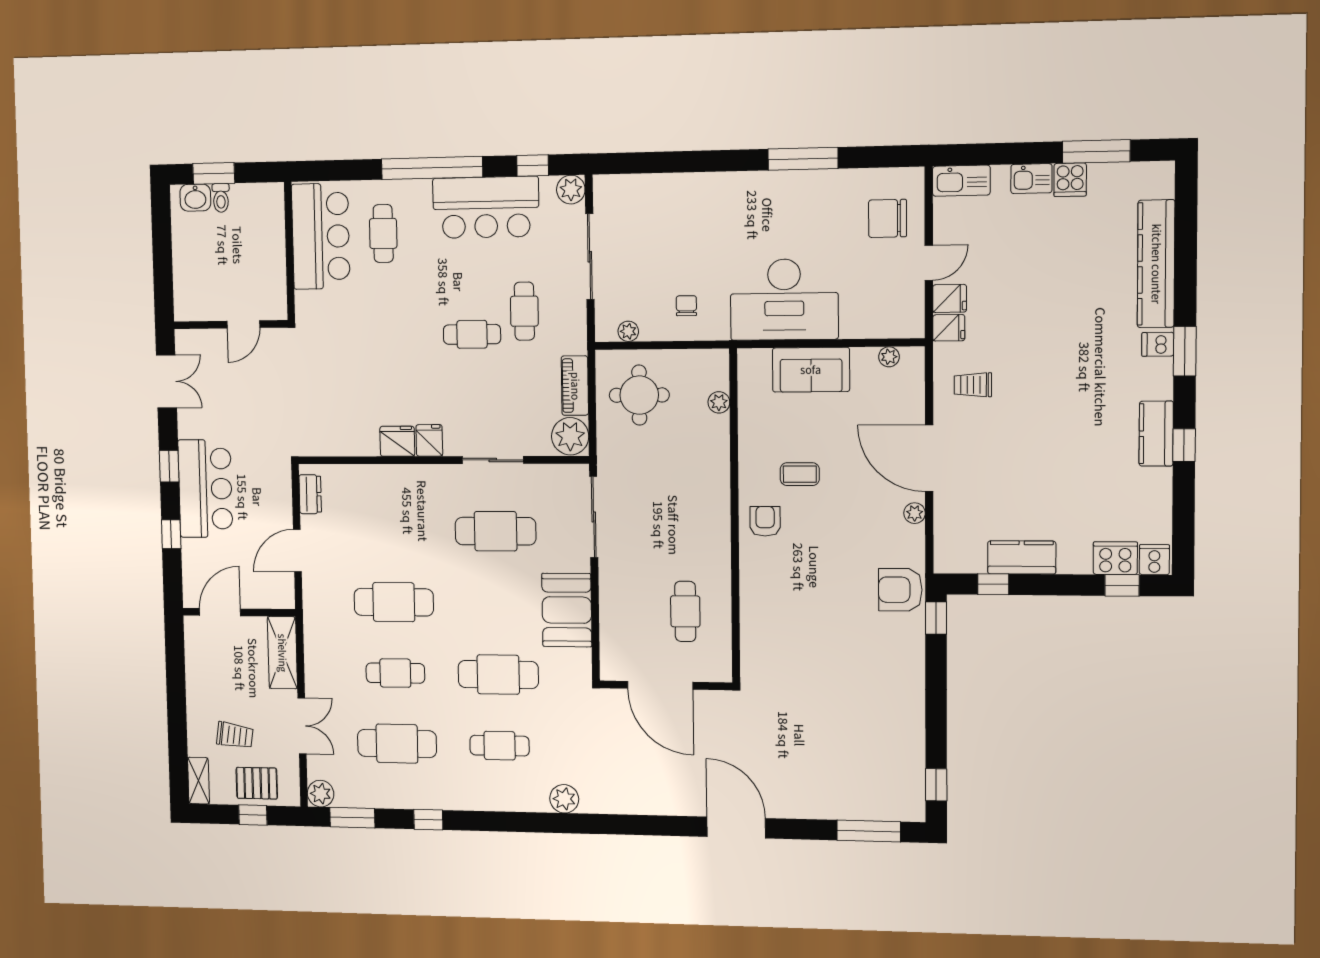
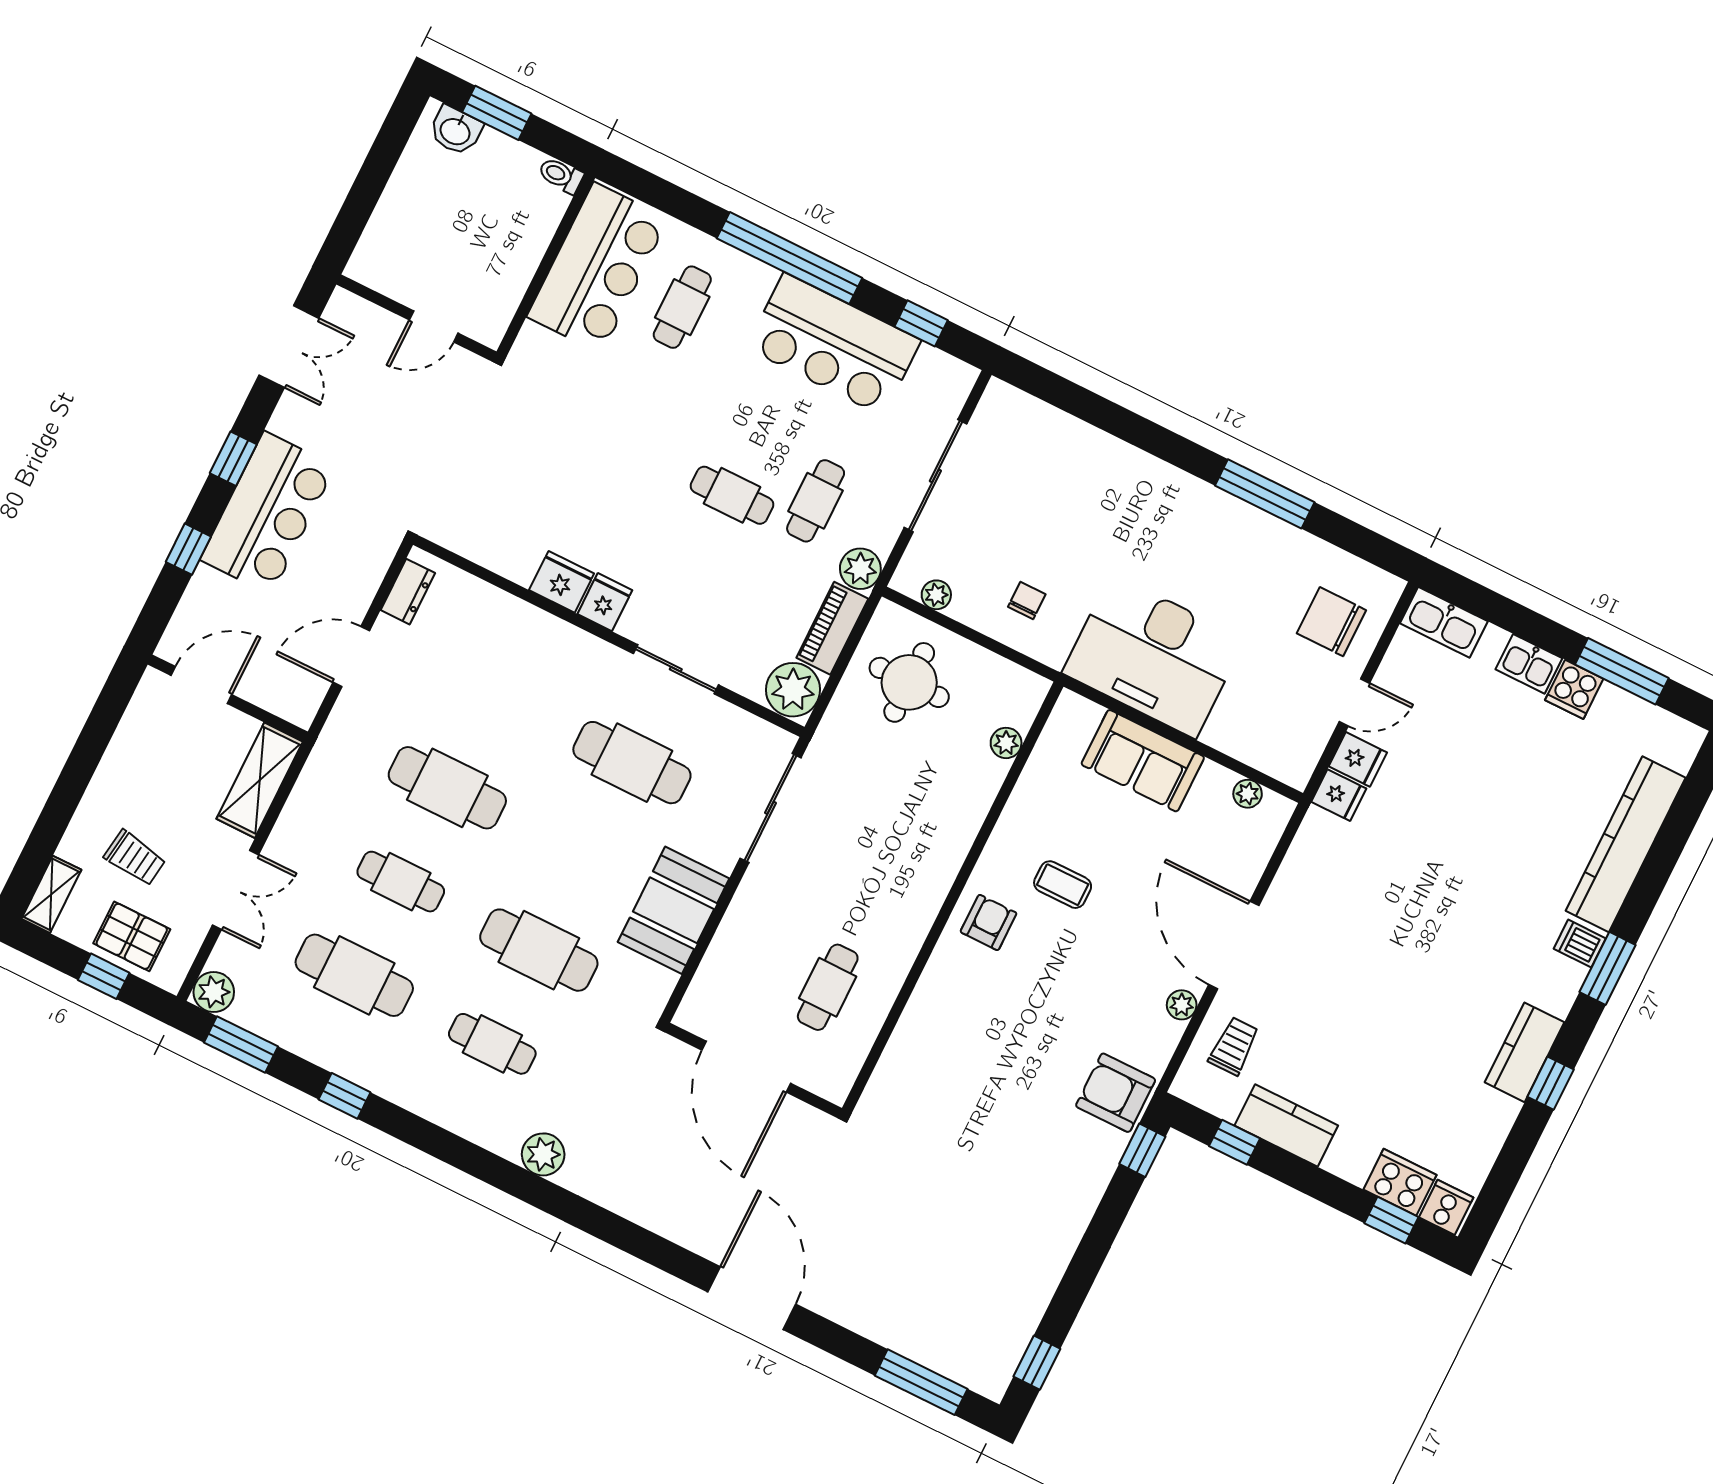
plant: (571, 190) -> (860, 569), moved
toilet: (221, 198) -> (561, 175), moved, turned 90
trolley: (973, 385) -> (1234, 1046), moved, turned 90

